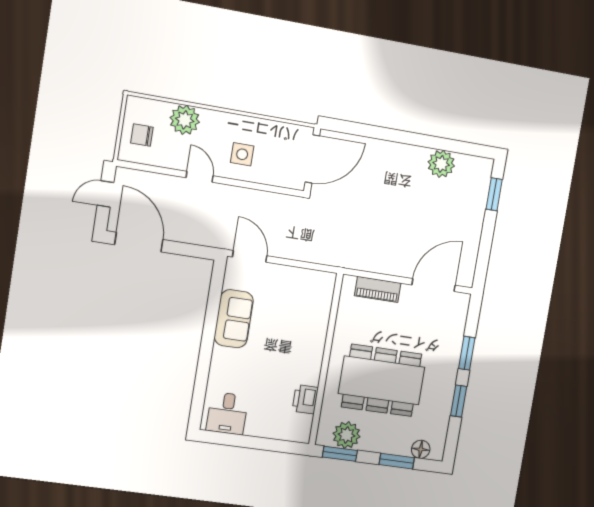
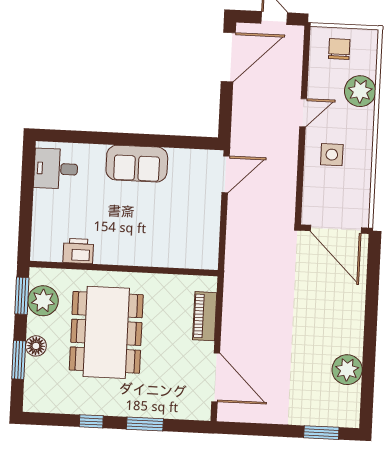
sofa: (234, 319) -> (137, 164), moved
window: (459, 401) -> (91, 421), width x0.67
floor lamp: (421, 449) -> (36, 346), moved

